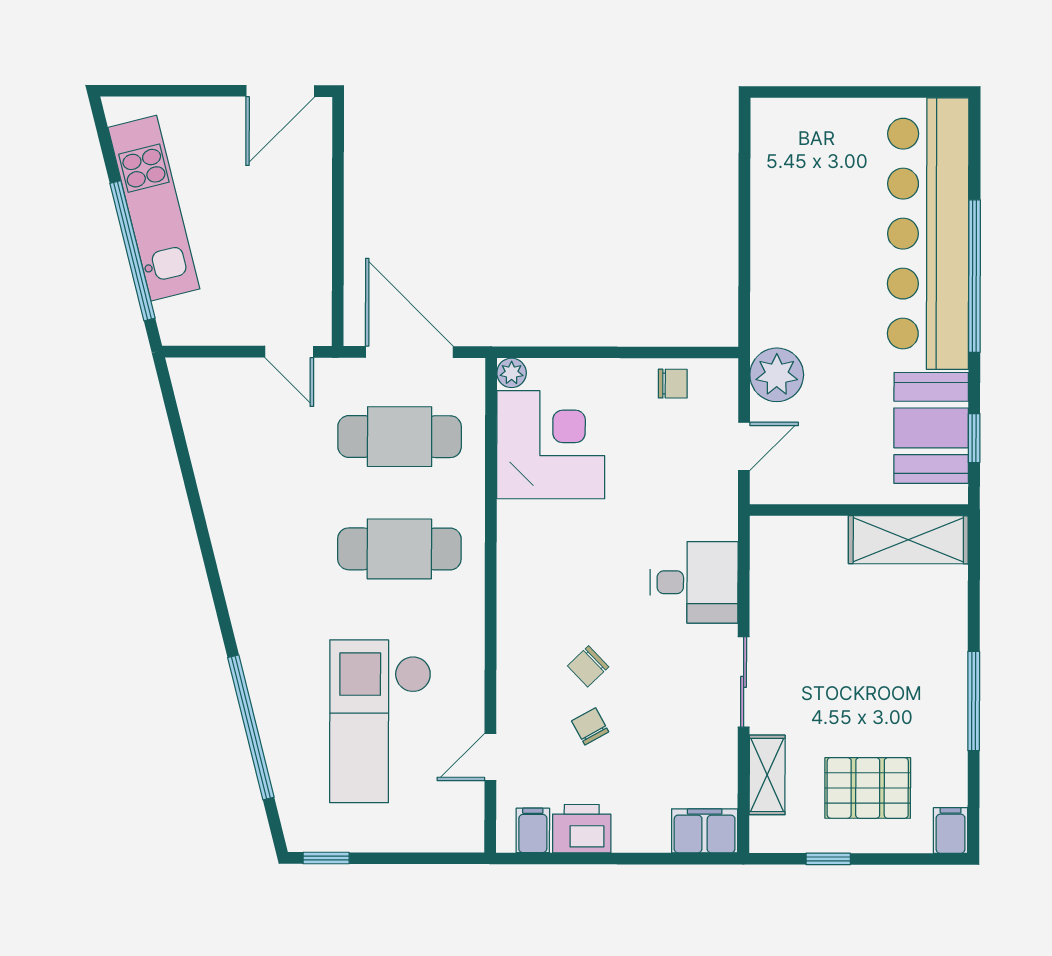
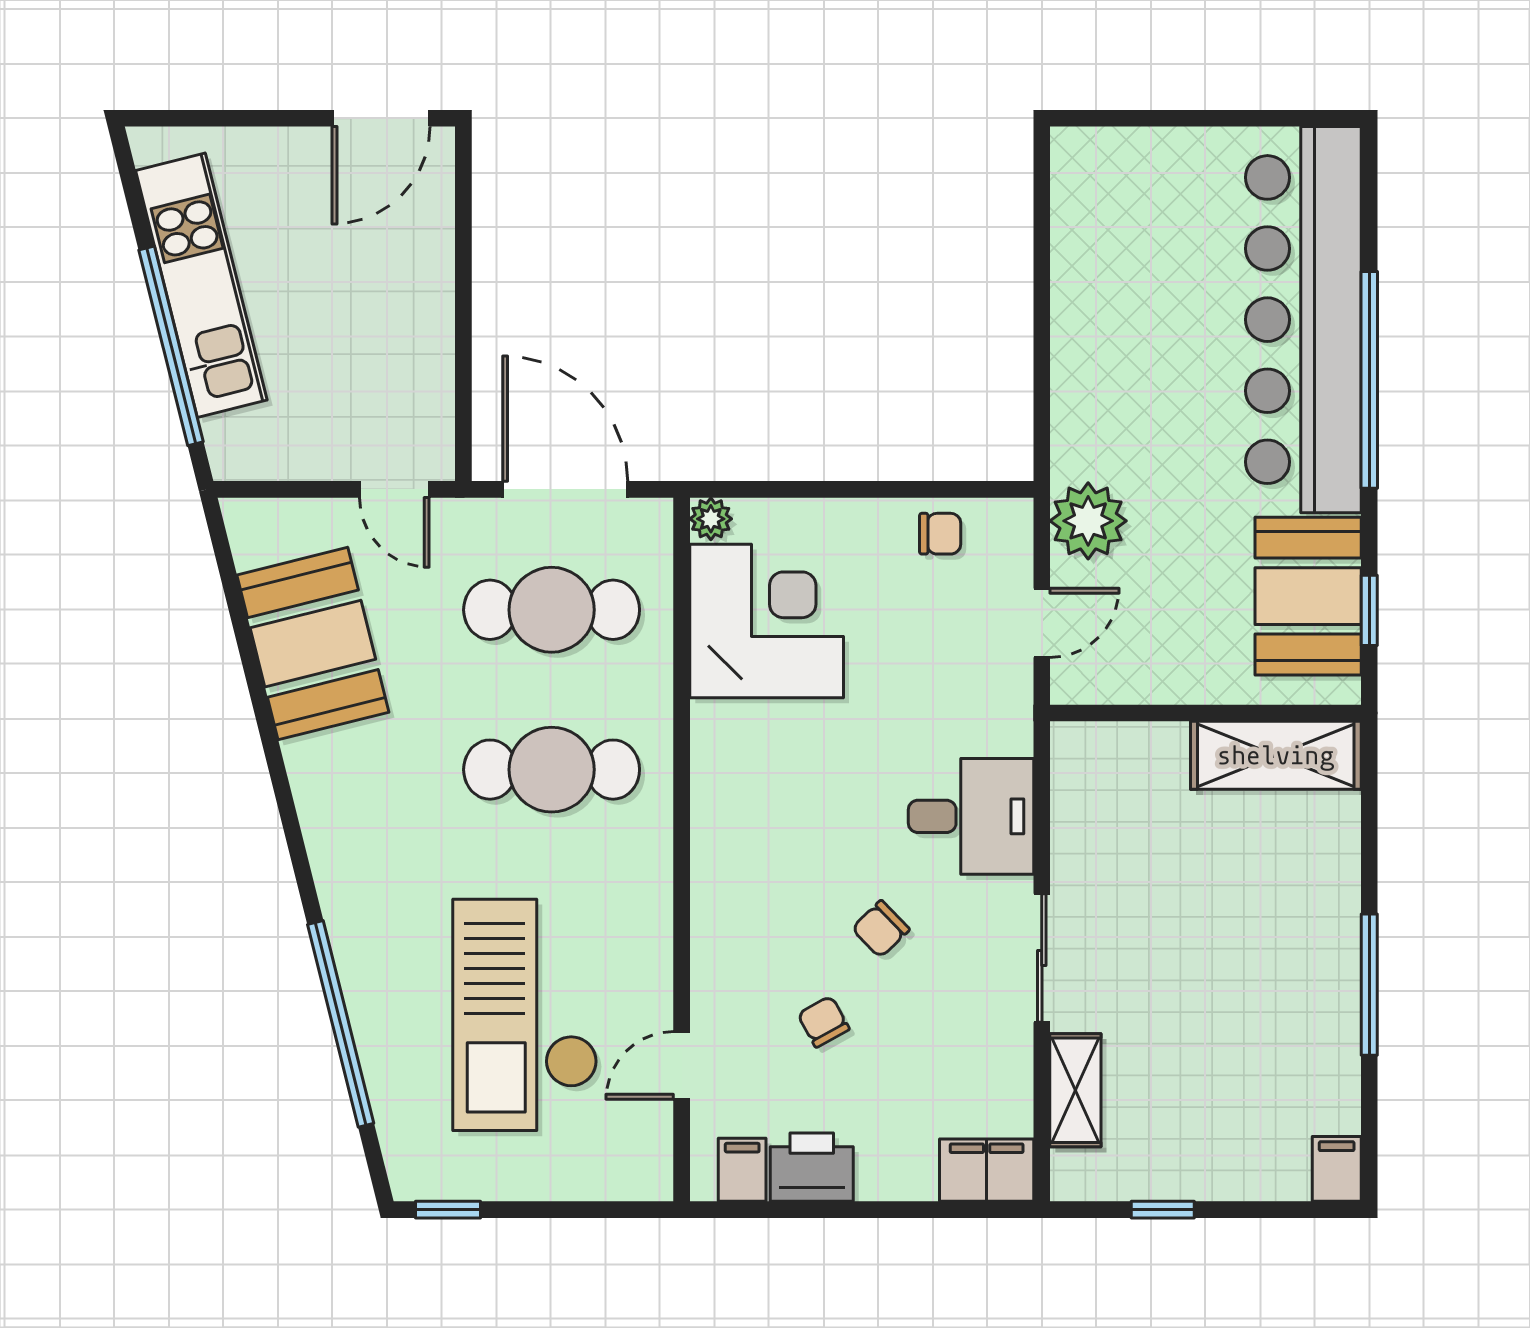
booth: (232, 460) -> (313, 644), added
chair: (588, 666) -> (881, 929), moved
pallet: (868, 788) -> (1219, 1109), removed

